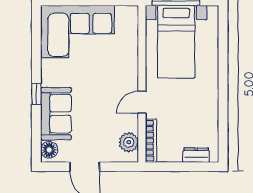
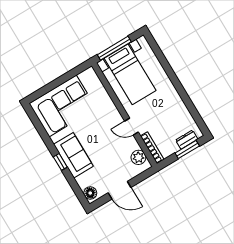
door: (142, 102) -> (132, 127), hinge flipped
sofa: (56, 114) -> (73, 155), moved
window: (190, 167) -> (187, 150), added

